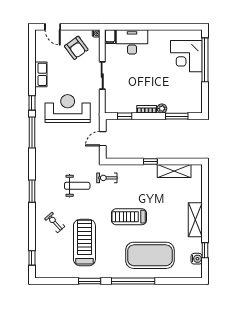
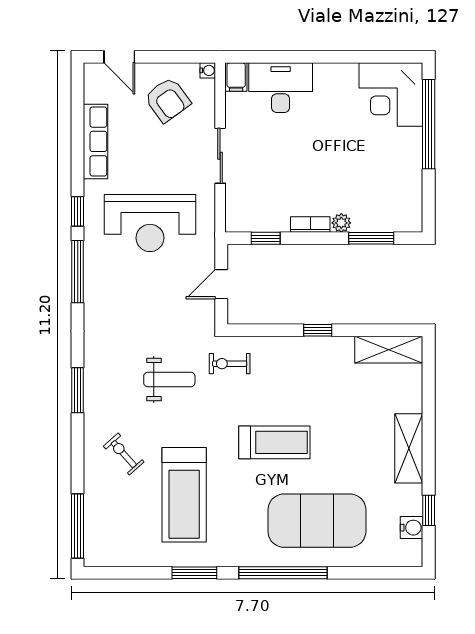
corner desk: (186, 56) -> (391, 95), moved
row of seats: (41, 74) -> (96, 141), width x1.48
reception desk: (68, 109) -> (150, 223), turned 180
shelving: (174, 171) -> (389, 350), moved
treadmill: (129, 217) -> (274, 442), turned 180
treadmill: (84, 243) -> (184, 495), turned 180
window: (32, 258) -> (78, 526), width x2.17

